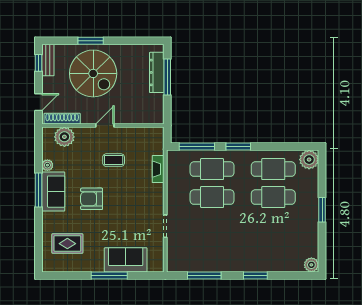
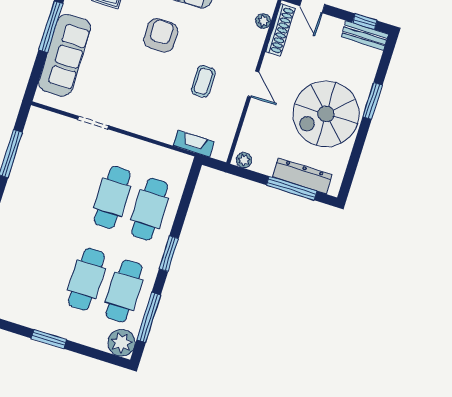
spiral stairs: (93, 73) -> (326, 114), moved
plant: (159, 115) -> (244, 160), added
plant: (64, 137) -> (263, 21), width x0.53, depth x0.53
window: (197, 147) -> (149, 317), moved
fireplace: (158, 169) -> (194, 144), moved
sofa: (126, 260) -> (65, 55), width x1.36

